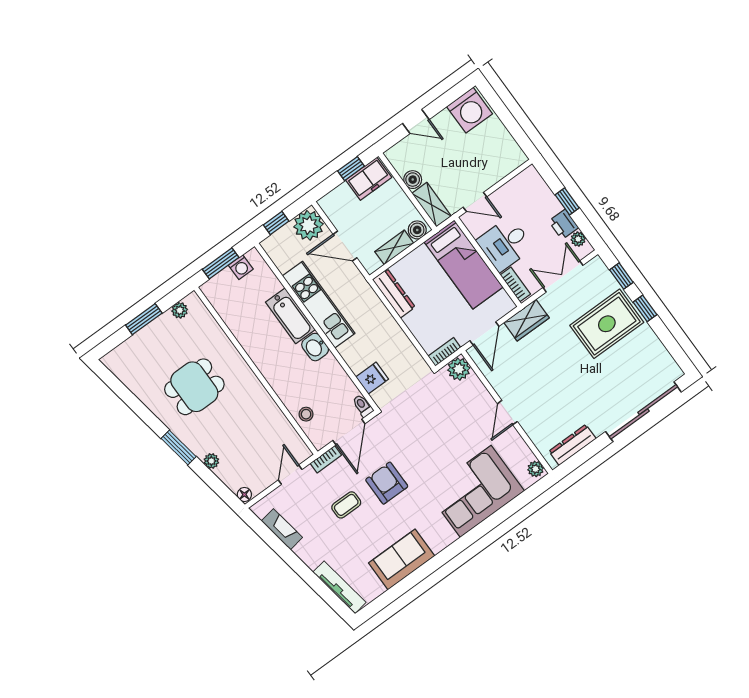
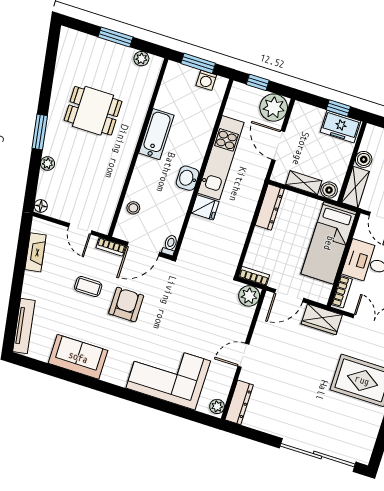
bathtub: (290, 316) -> (156, 134), moved, turned 180
fridge: (372, 378) -> (205, 207), moved
dresser: (572, 445) -> (239, 402), moved, turned 90
door: (290, 475) -> (80, 229), swing flipped

